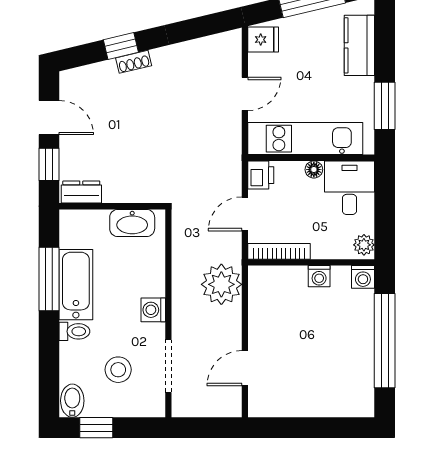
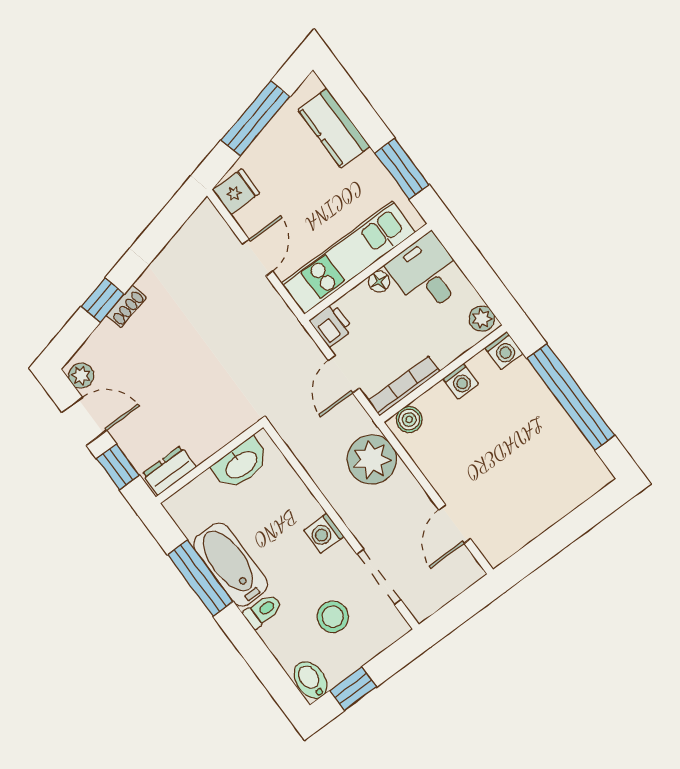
plant: (70, 86) -> (81, 376), added
boiler: (266, 276) -> (409, 420), added

